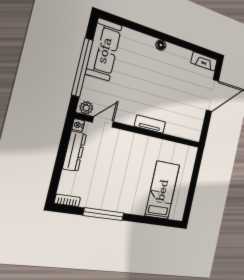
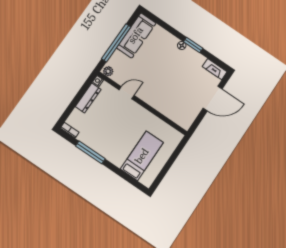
window: (173, 40) -> (193, 45), added
door: (103, 122) -> (127, 93), moved
tv unit: (150, 124) -> (151, 101), removed

